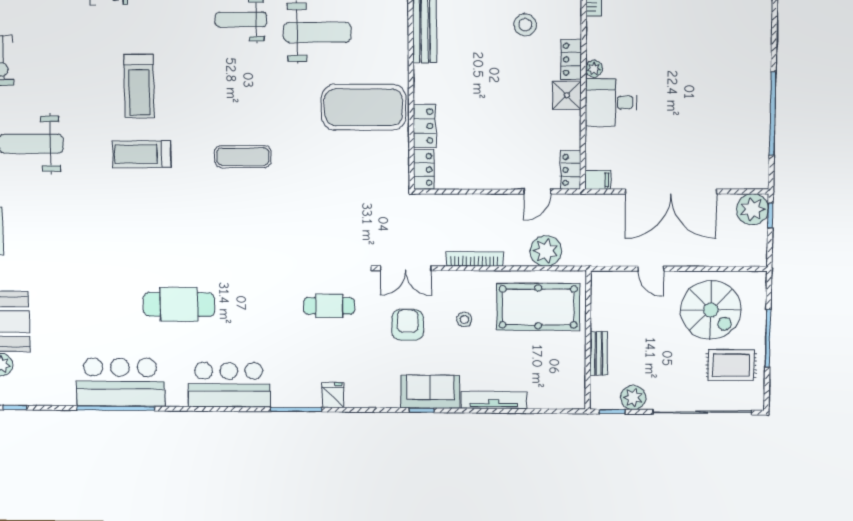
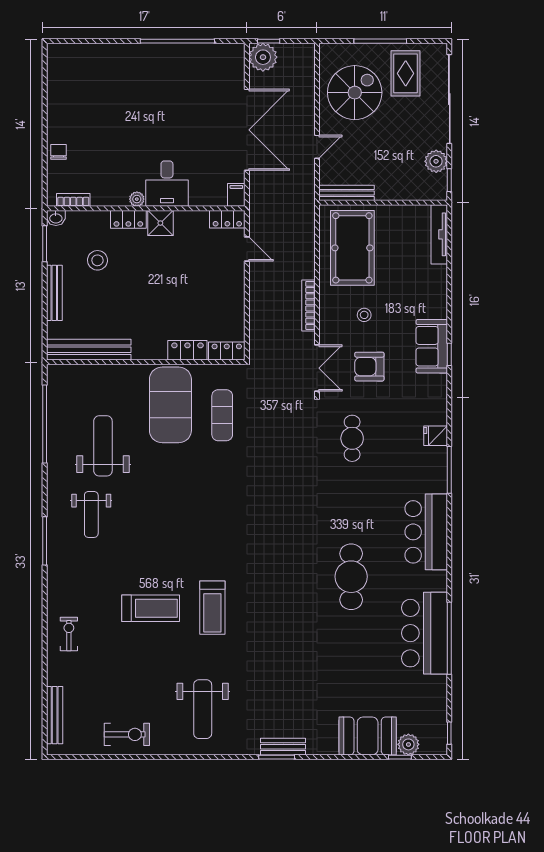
exercise mat: (243, 157) -> (222, 415), moved
plant: (546, 251) -> (301, 241), removed
bench: (599, 353) -> (346, 193), moved, width x1.36
tv unit: (494, 400) -> (439, 234), moved

